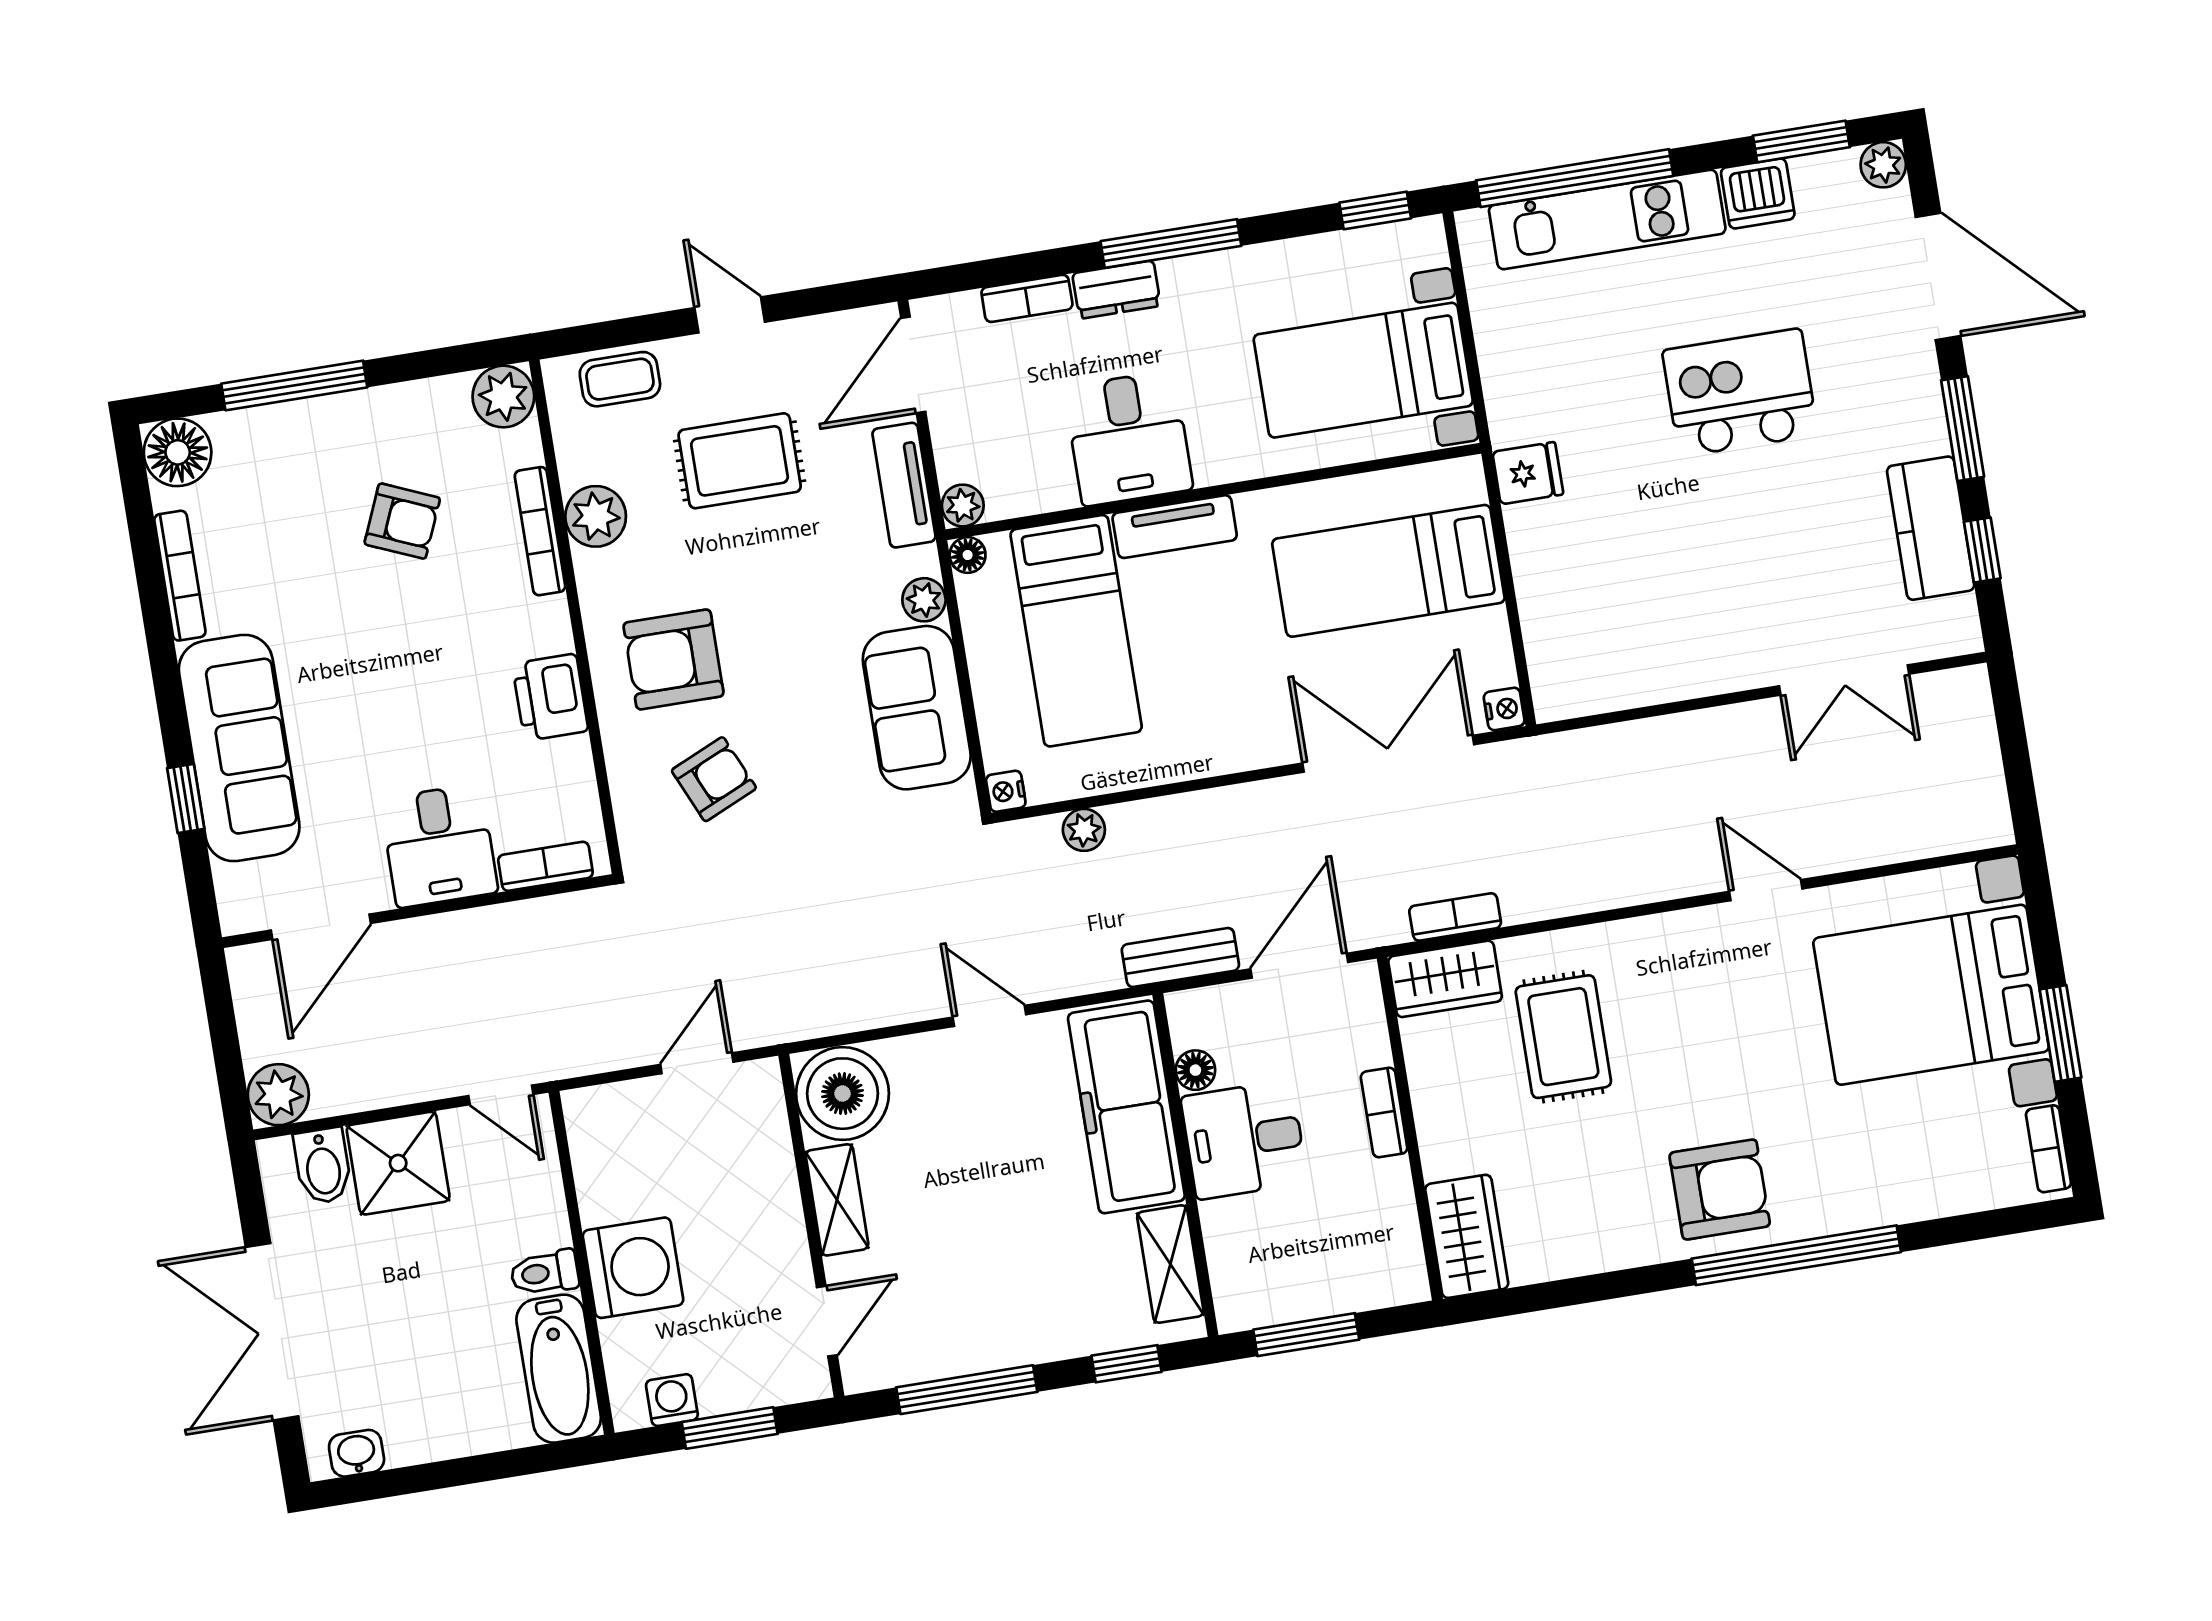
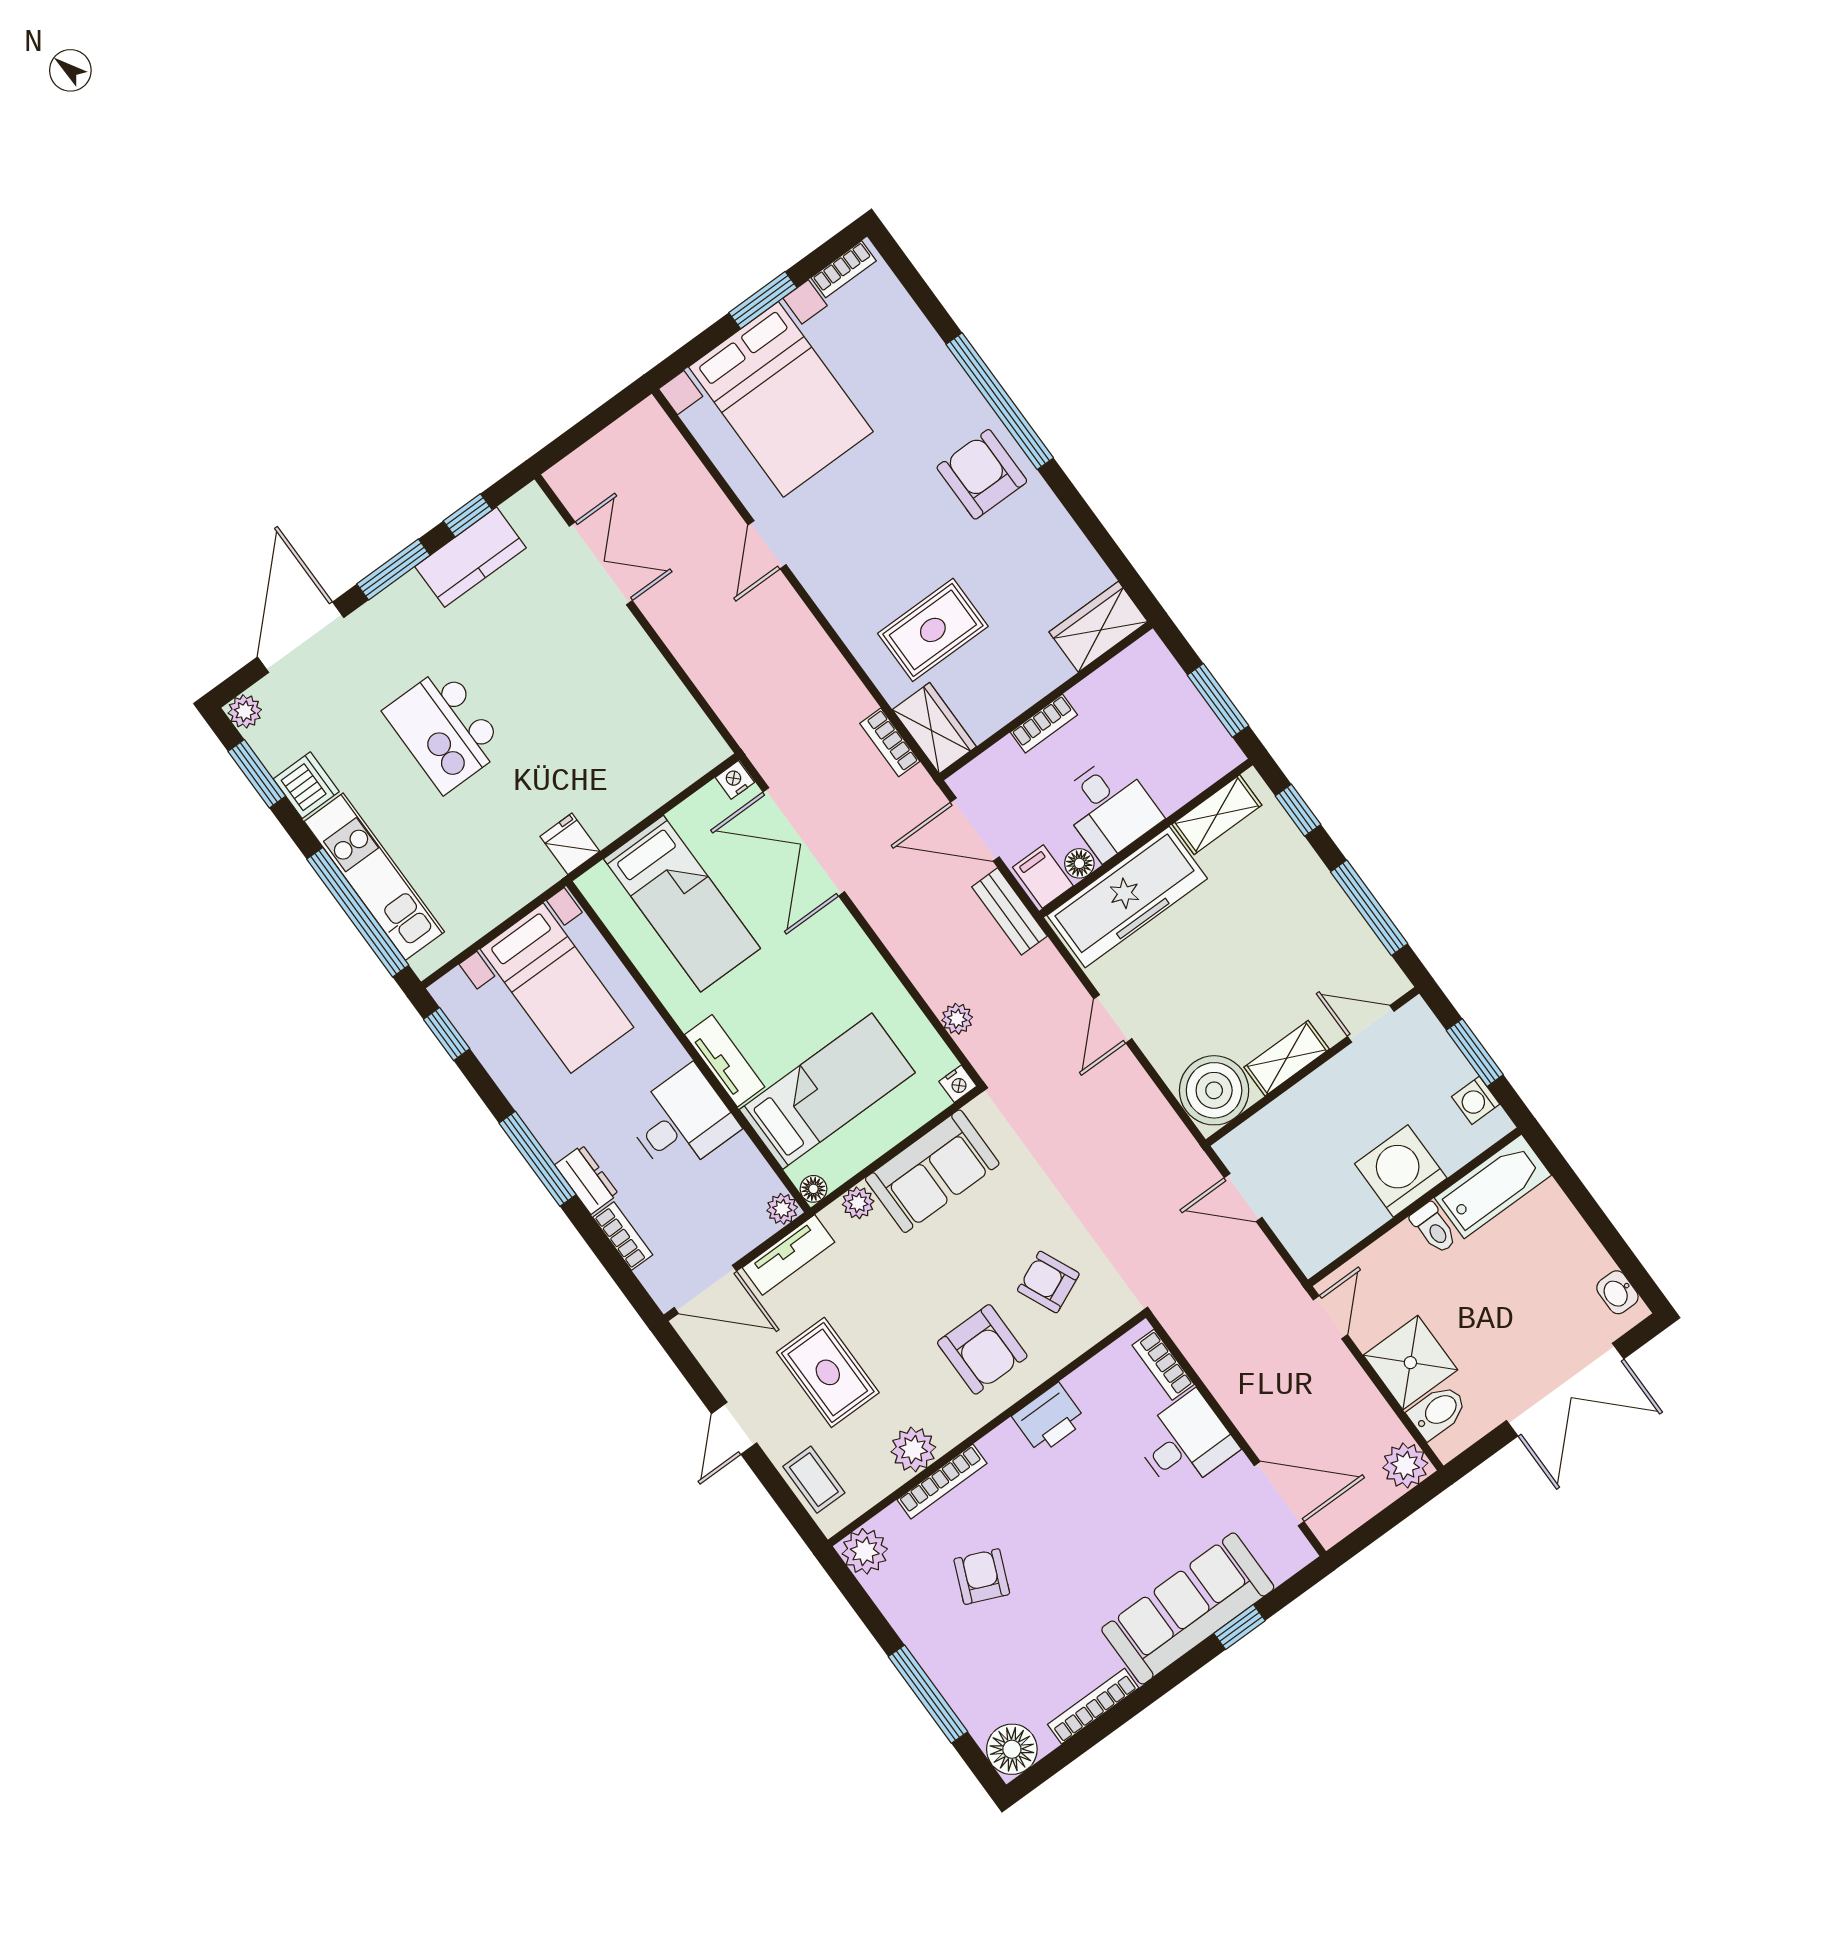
filing cabinet: (1202, 1019) -> (1043, 876), added

